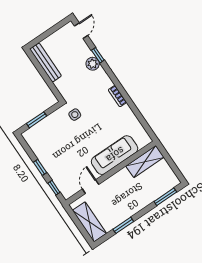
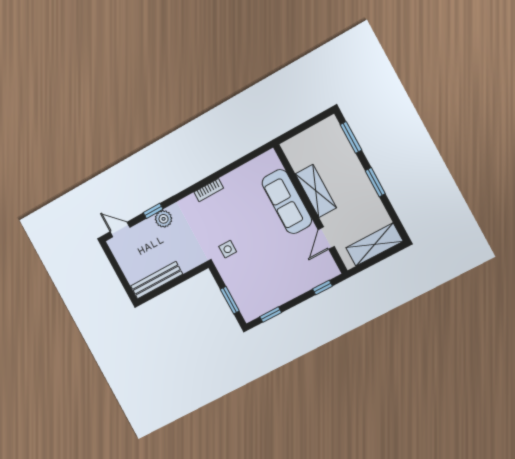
shelving: (145, 162) -> (316, 191), moved
window: (40, 167) -> (271, 315), moved
door: (91, 187) -> (326, 238), hinge flipped
window: (123, 225) -> (375, 182), moved

